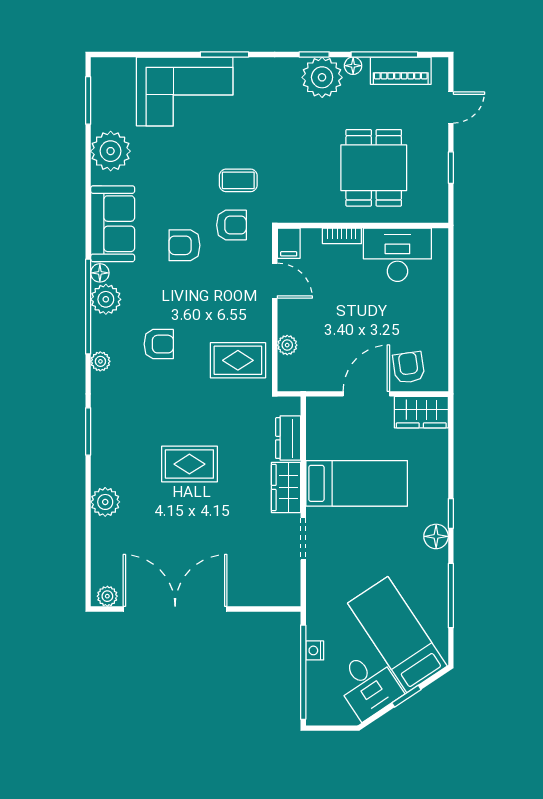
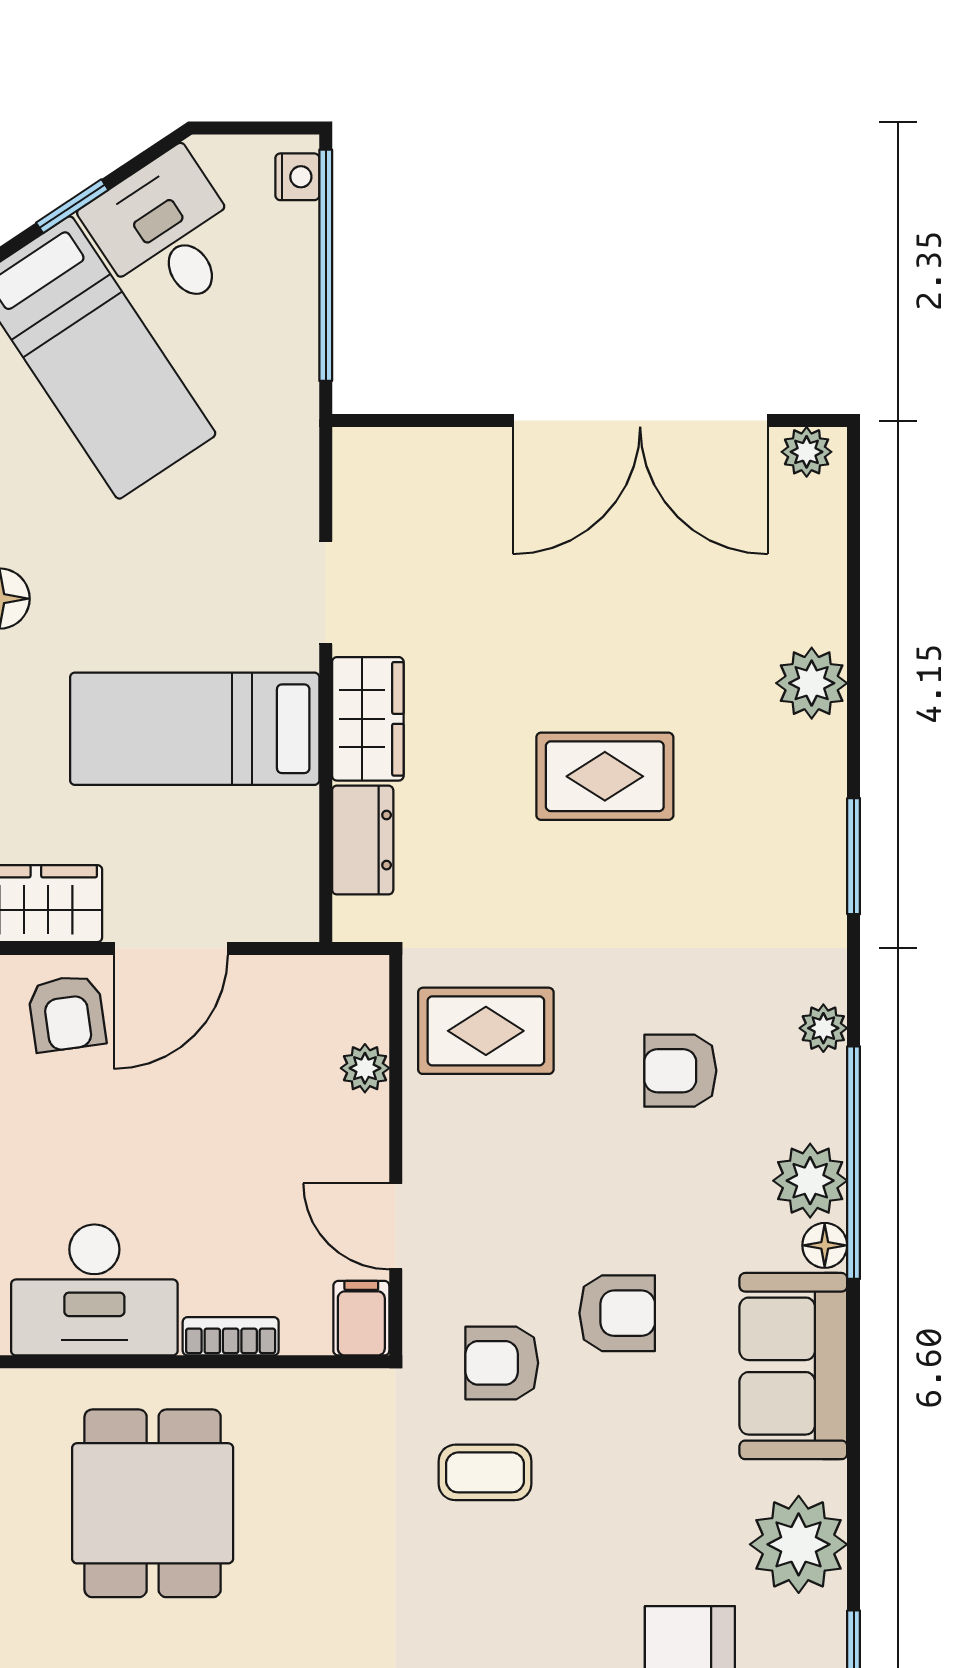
nightstand: (315, 650) -> (297, 177), moved

